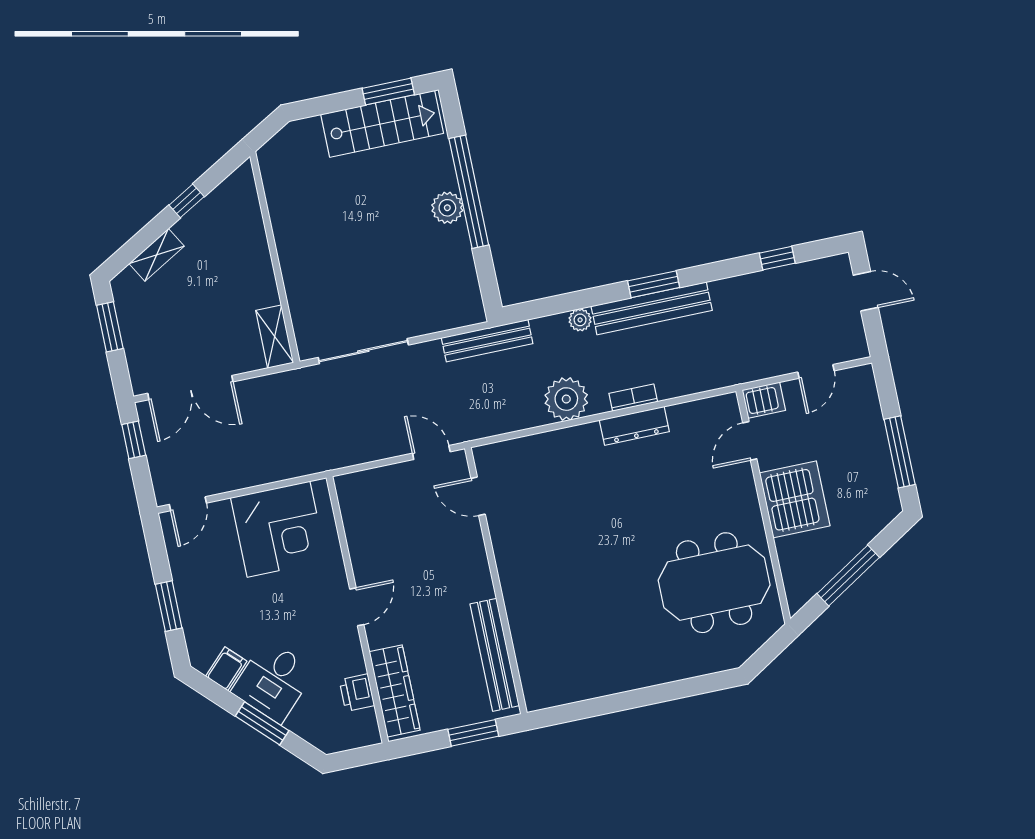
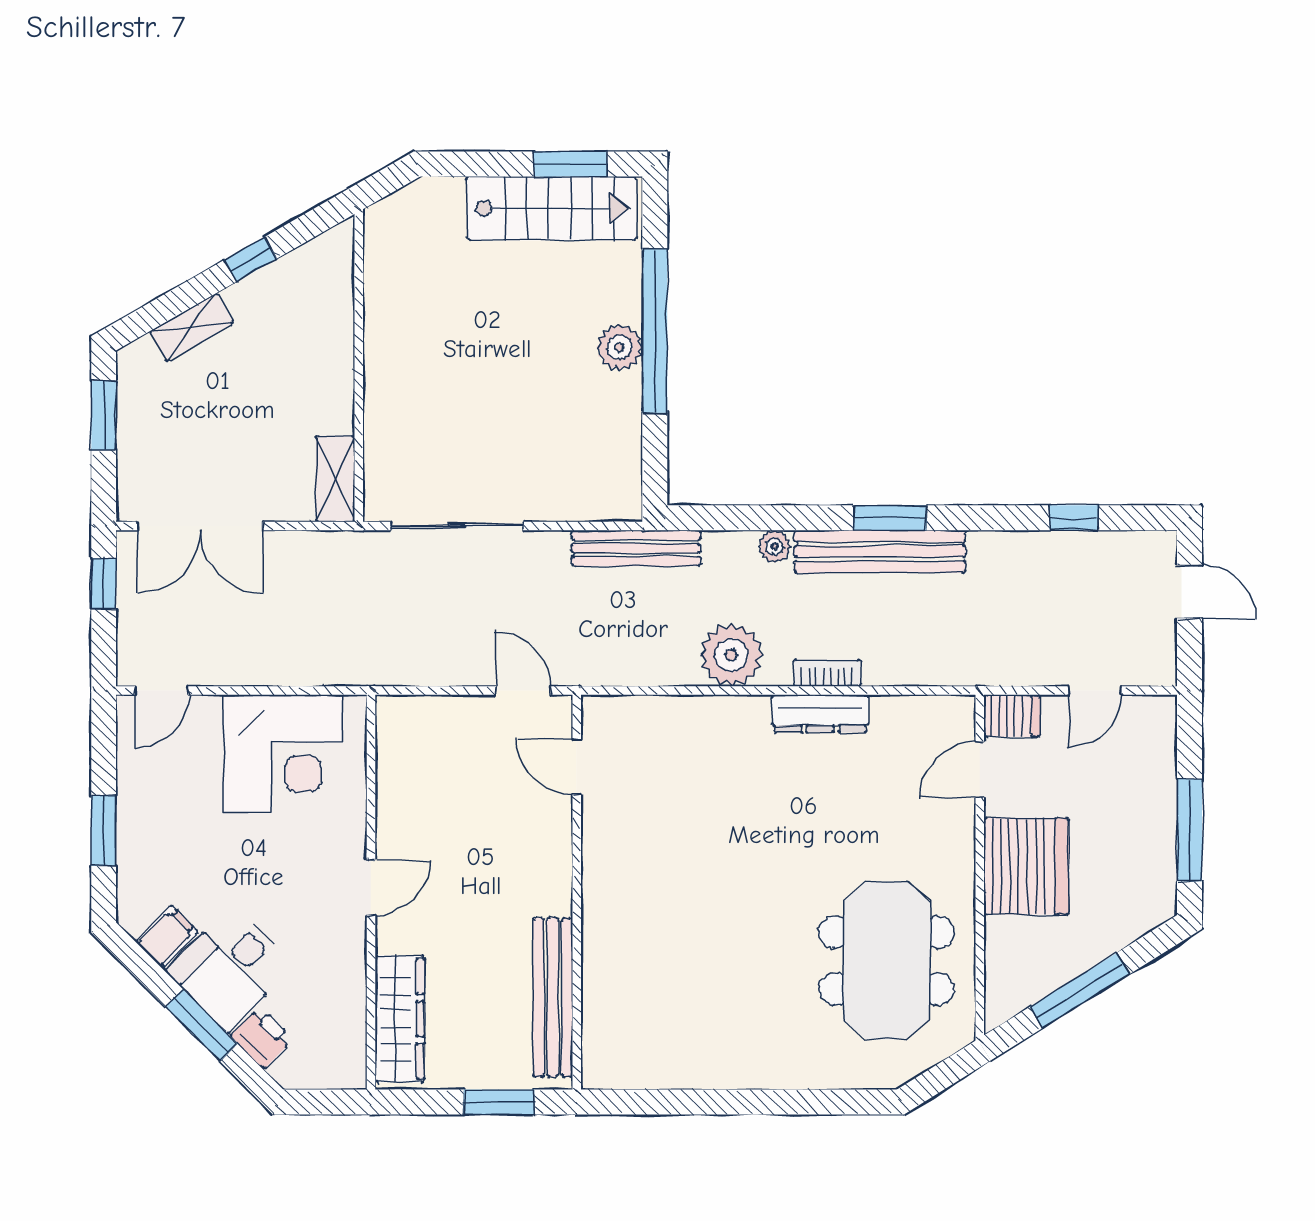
meeting table: (714, 583) -> (887, 961), turned 90
printer: (357, 693) -> (262, 1038), moved, turned 135

